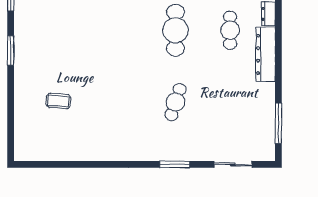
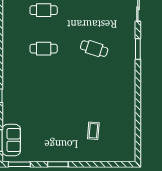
cafe table: (175, 30) -> (44, 49), width x0.73, depth x0.74

